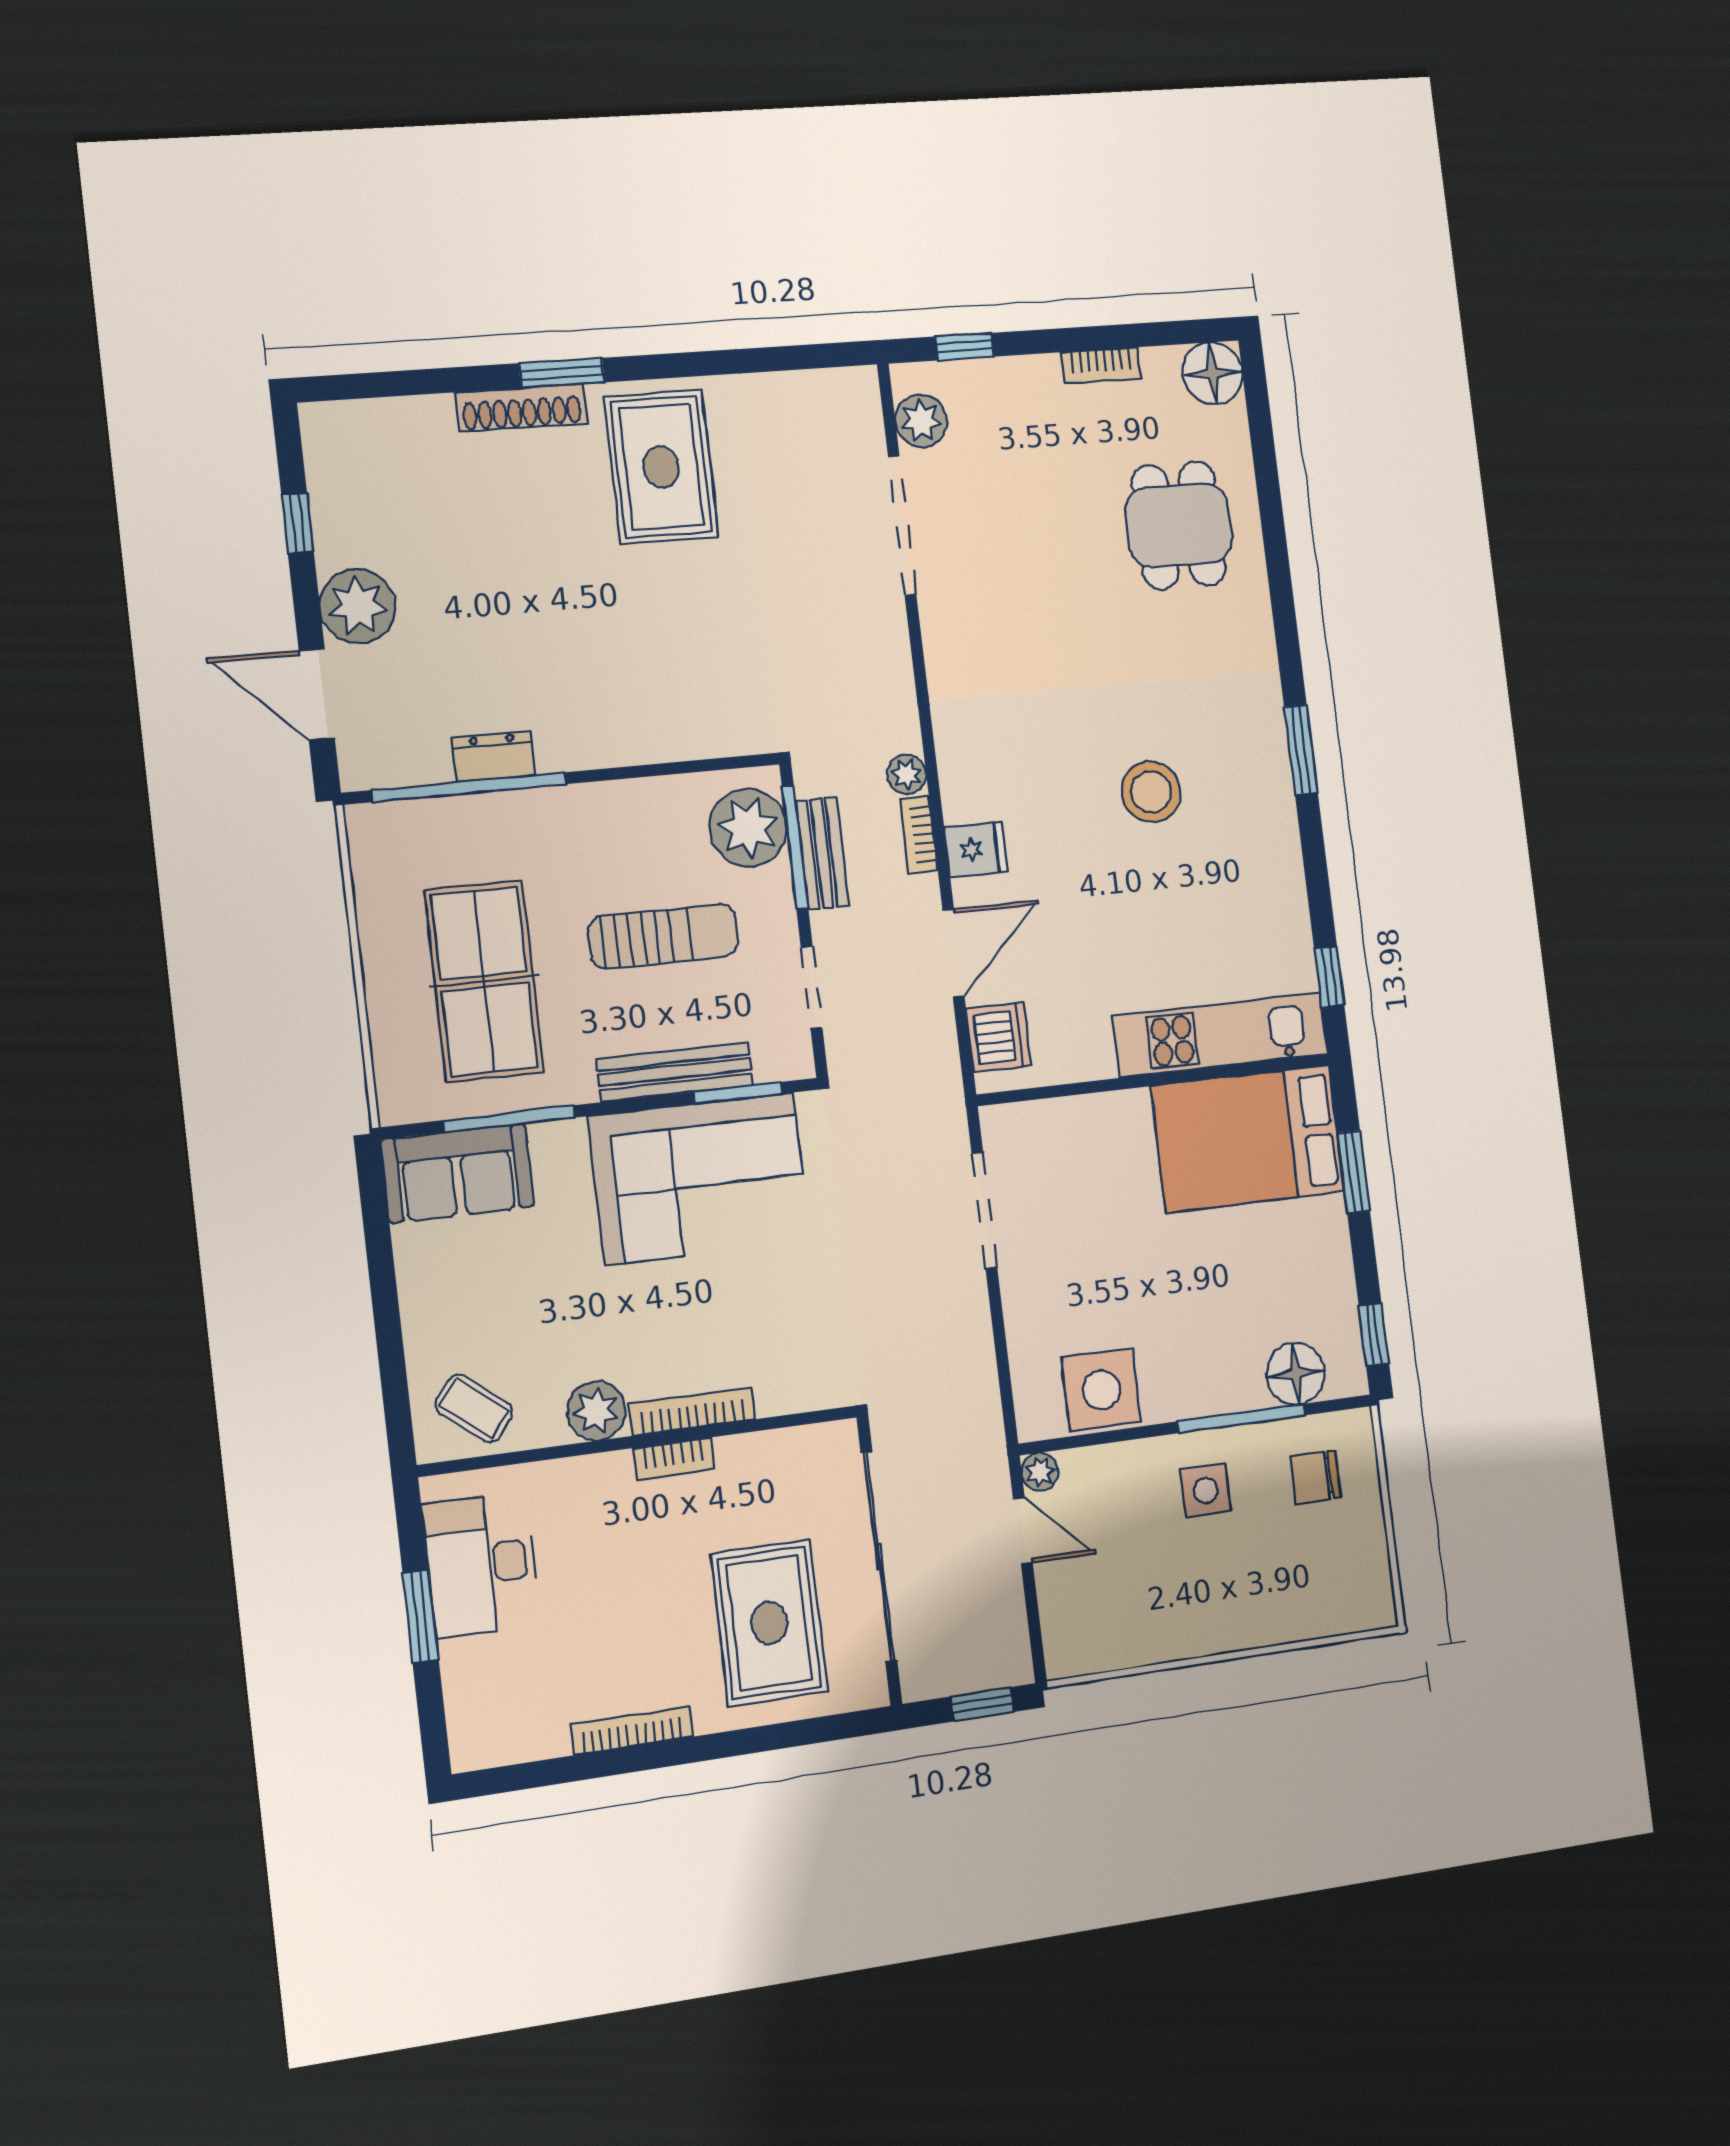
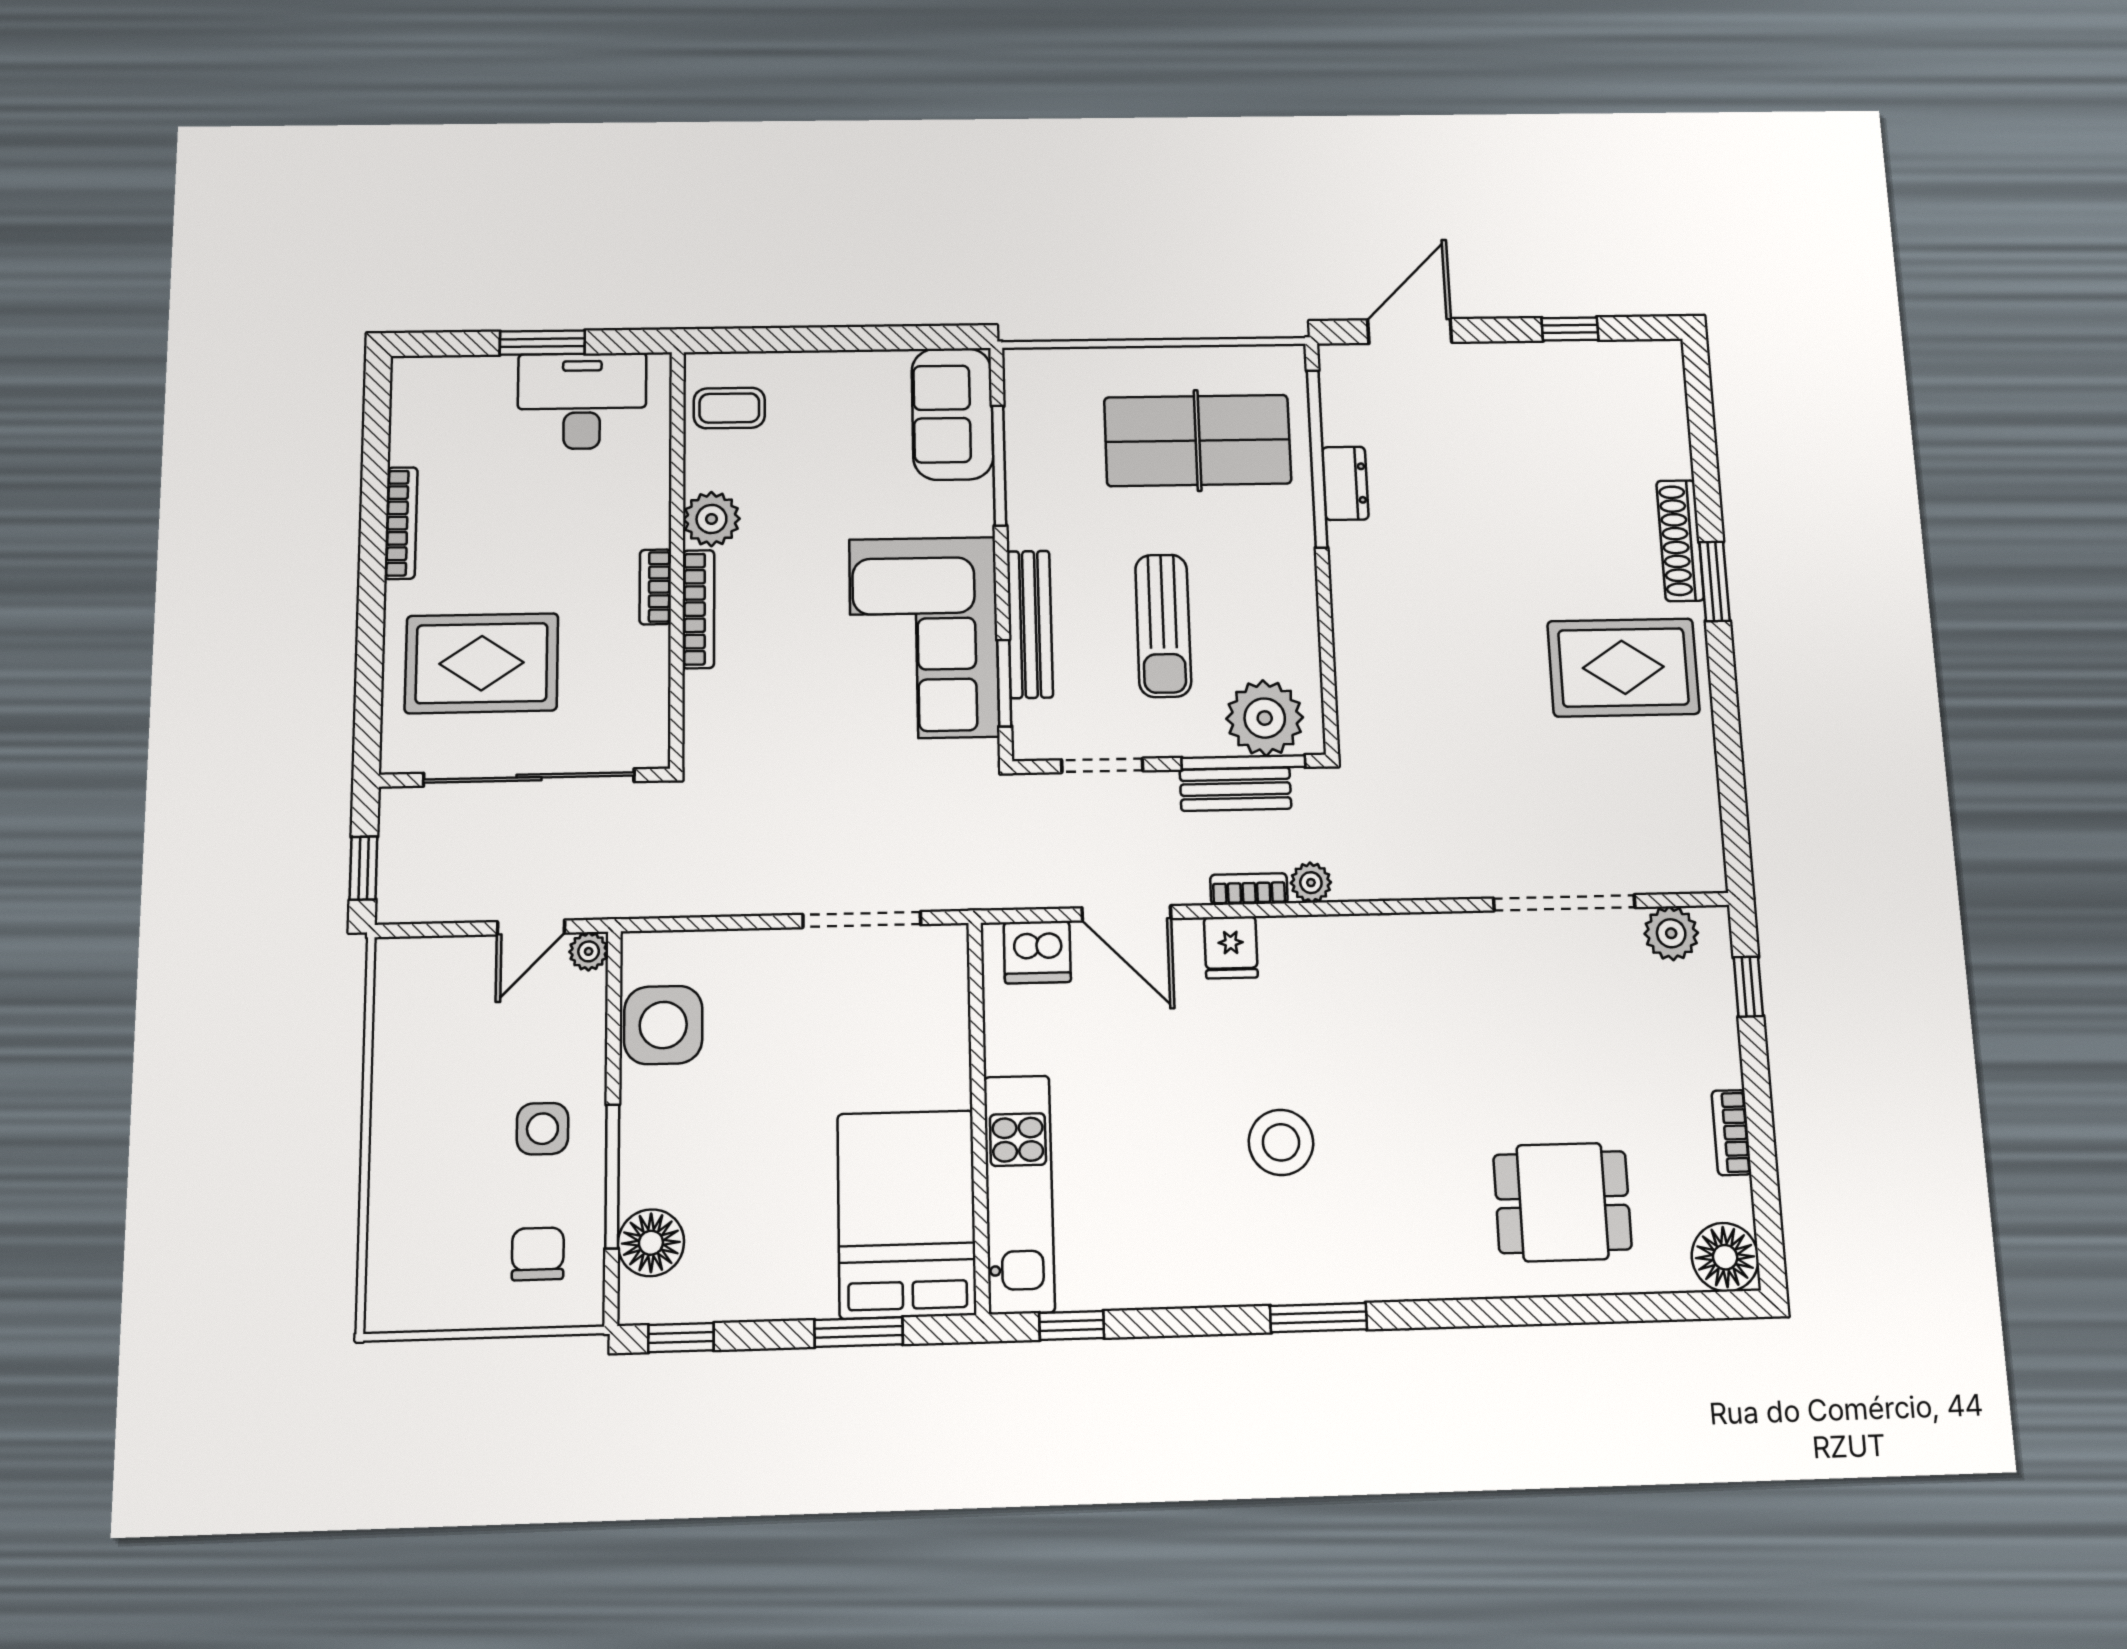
plant: (358, 606) -> (1491, 375), removed
table tennis table: (484, 981) -> (1198, 440), moved
coffee table: (474, 1408) -> (729, 408), turned 51

